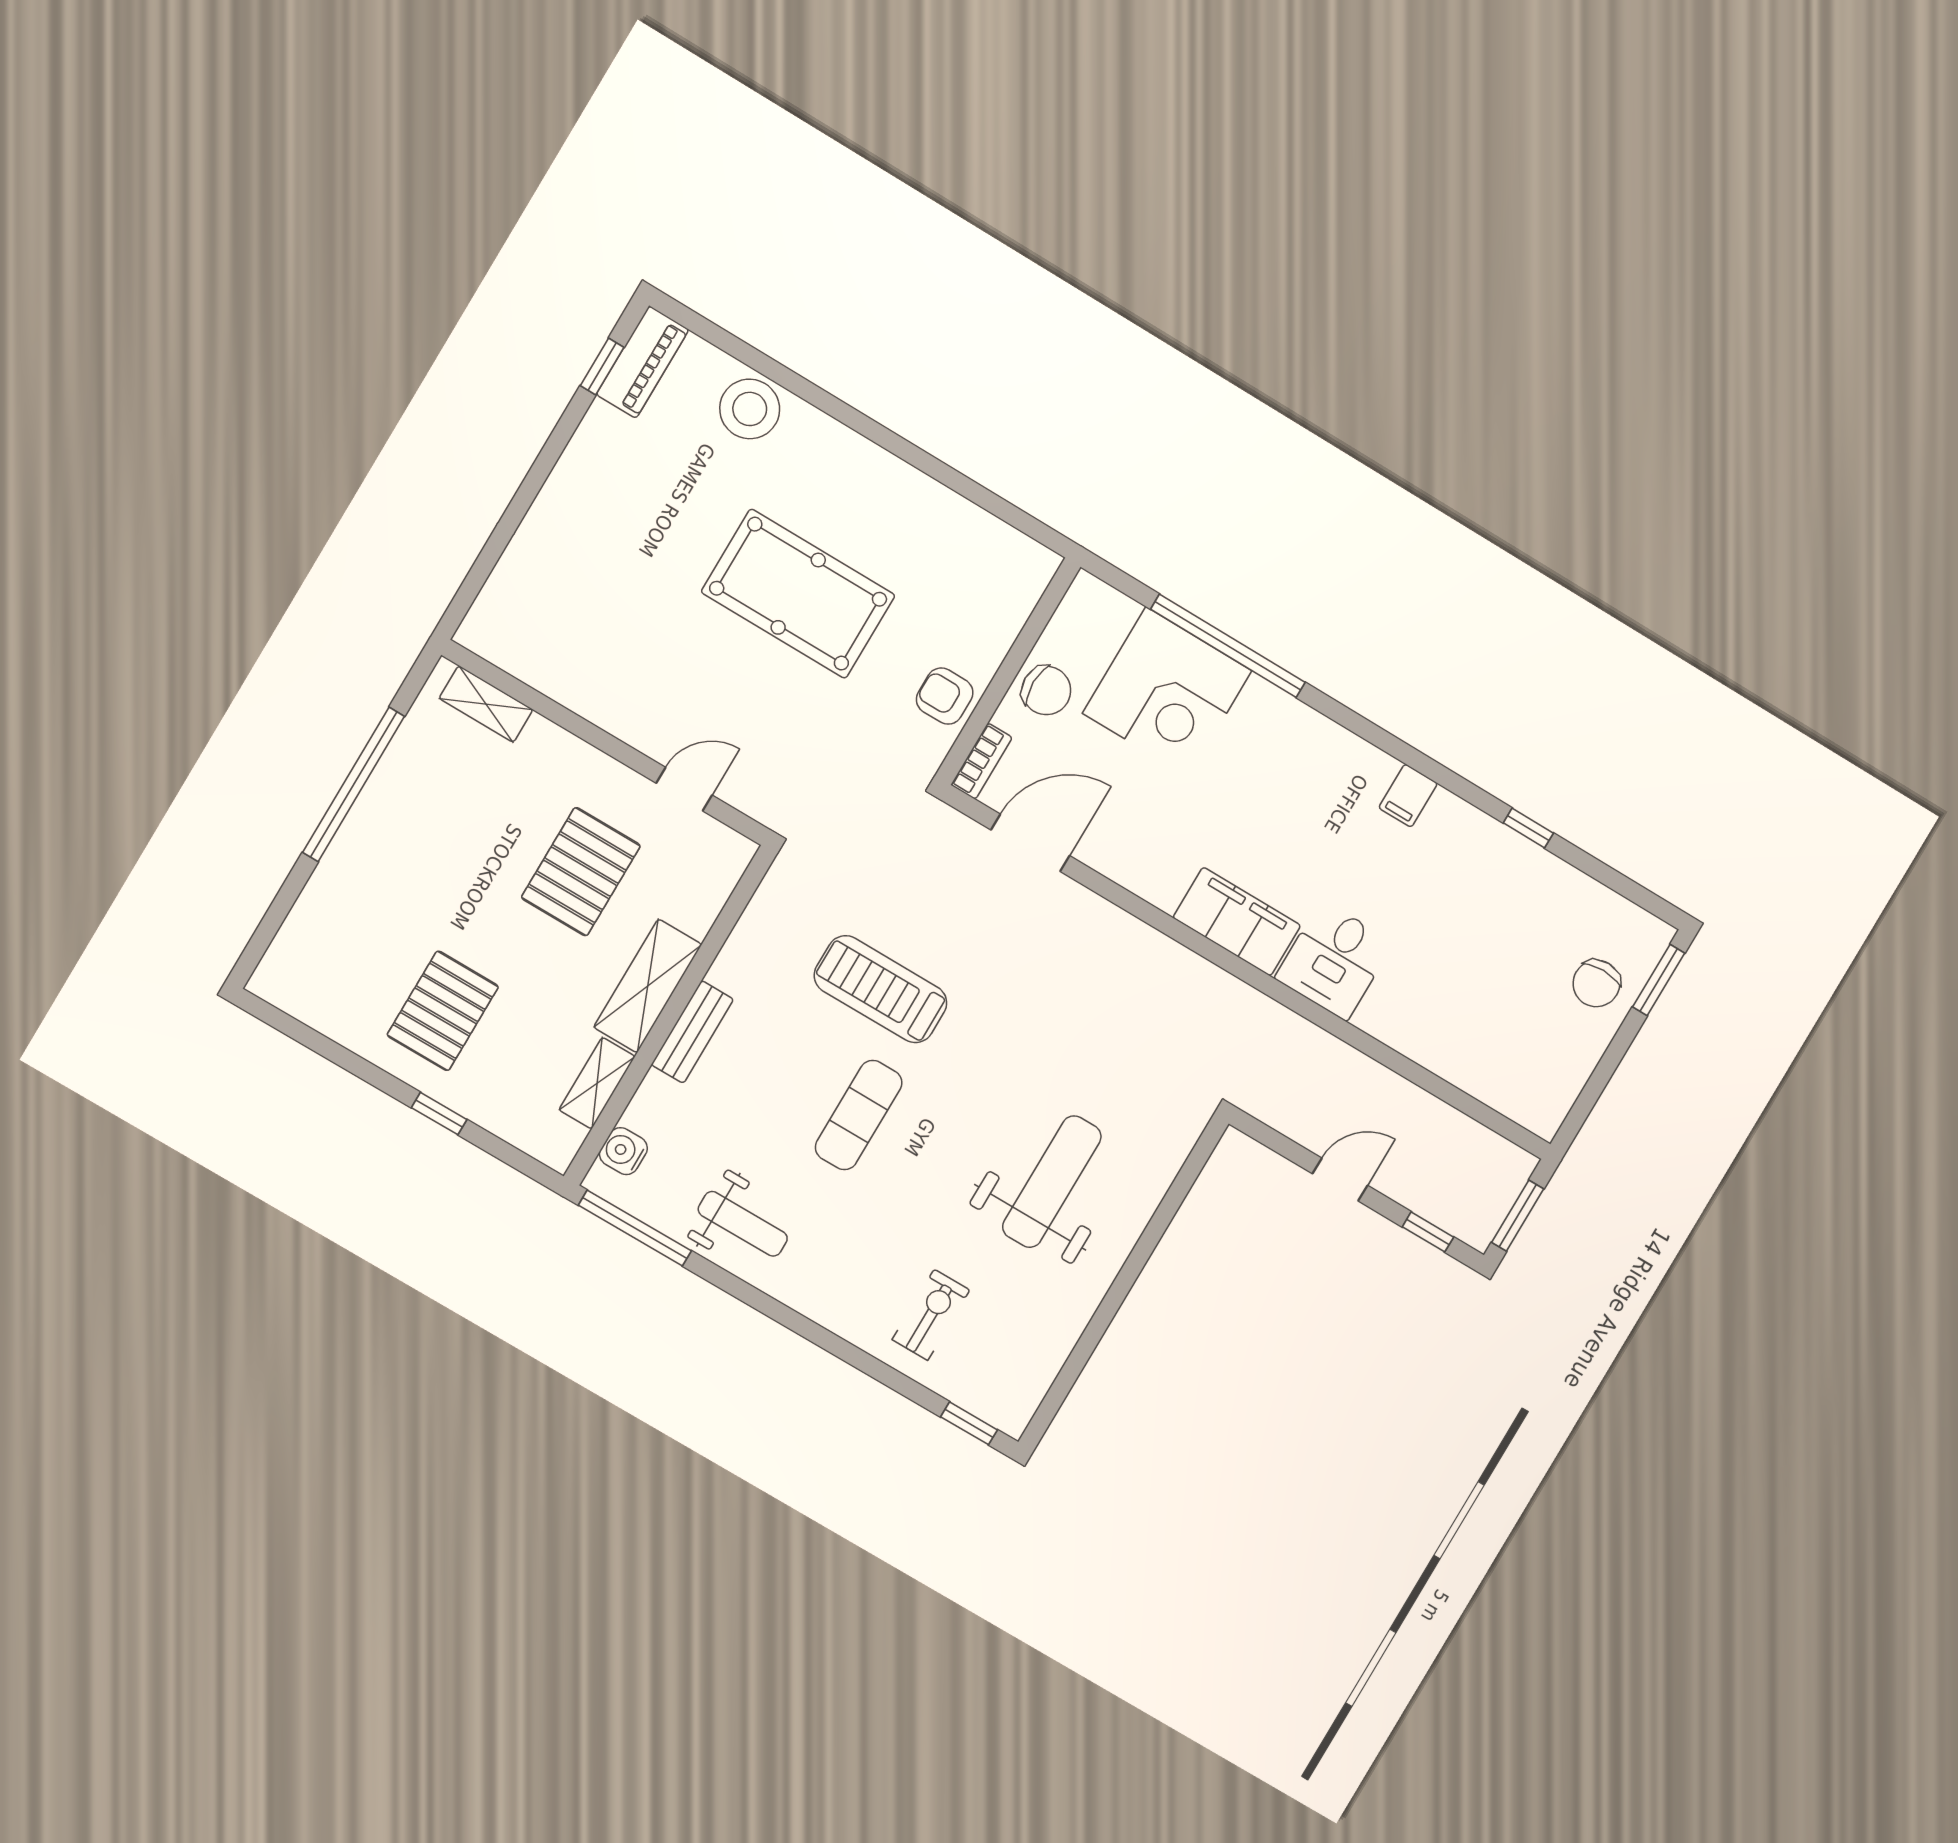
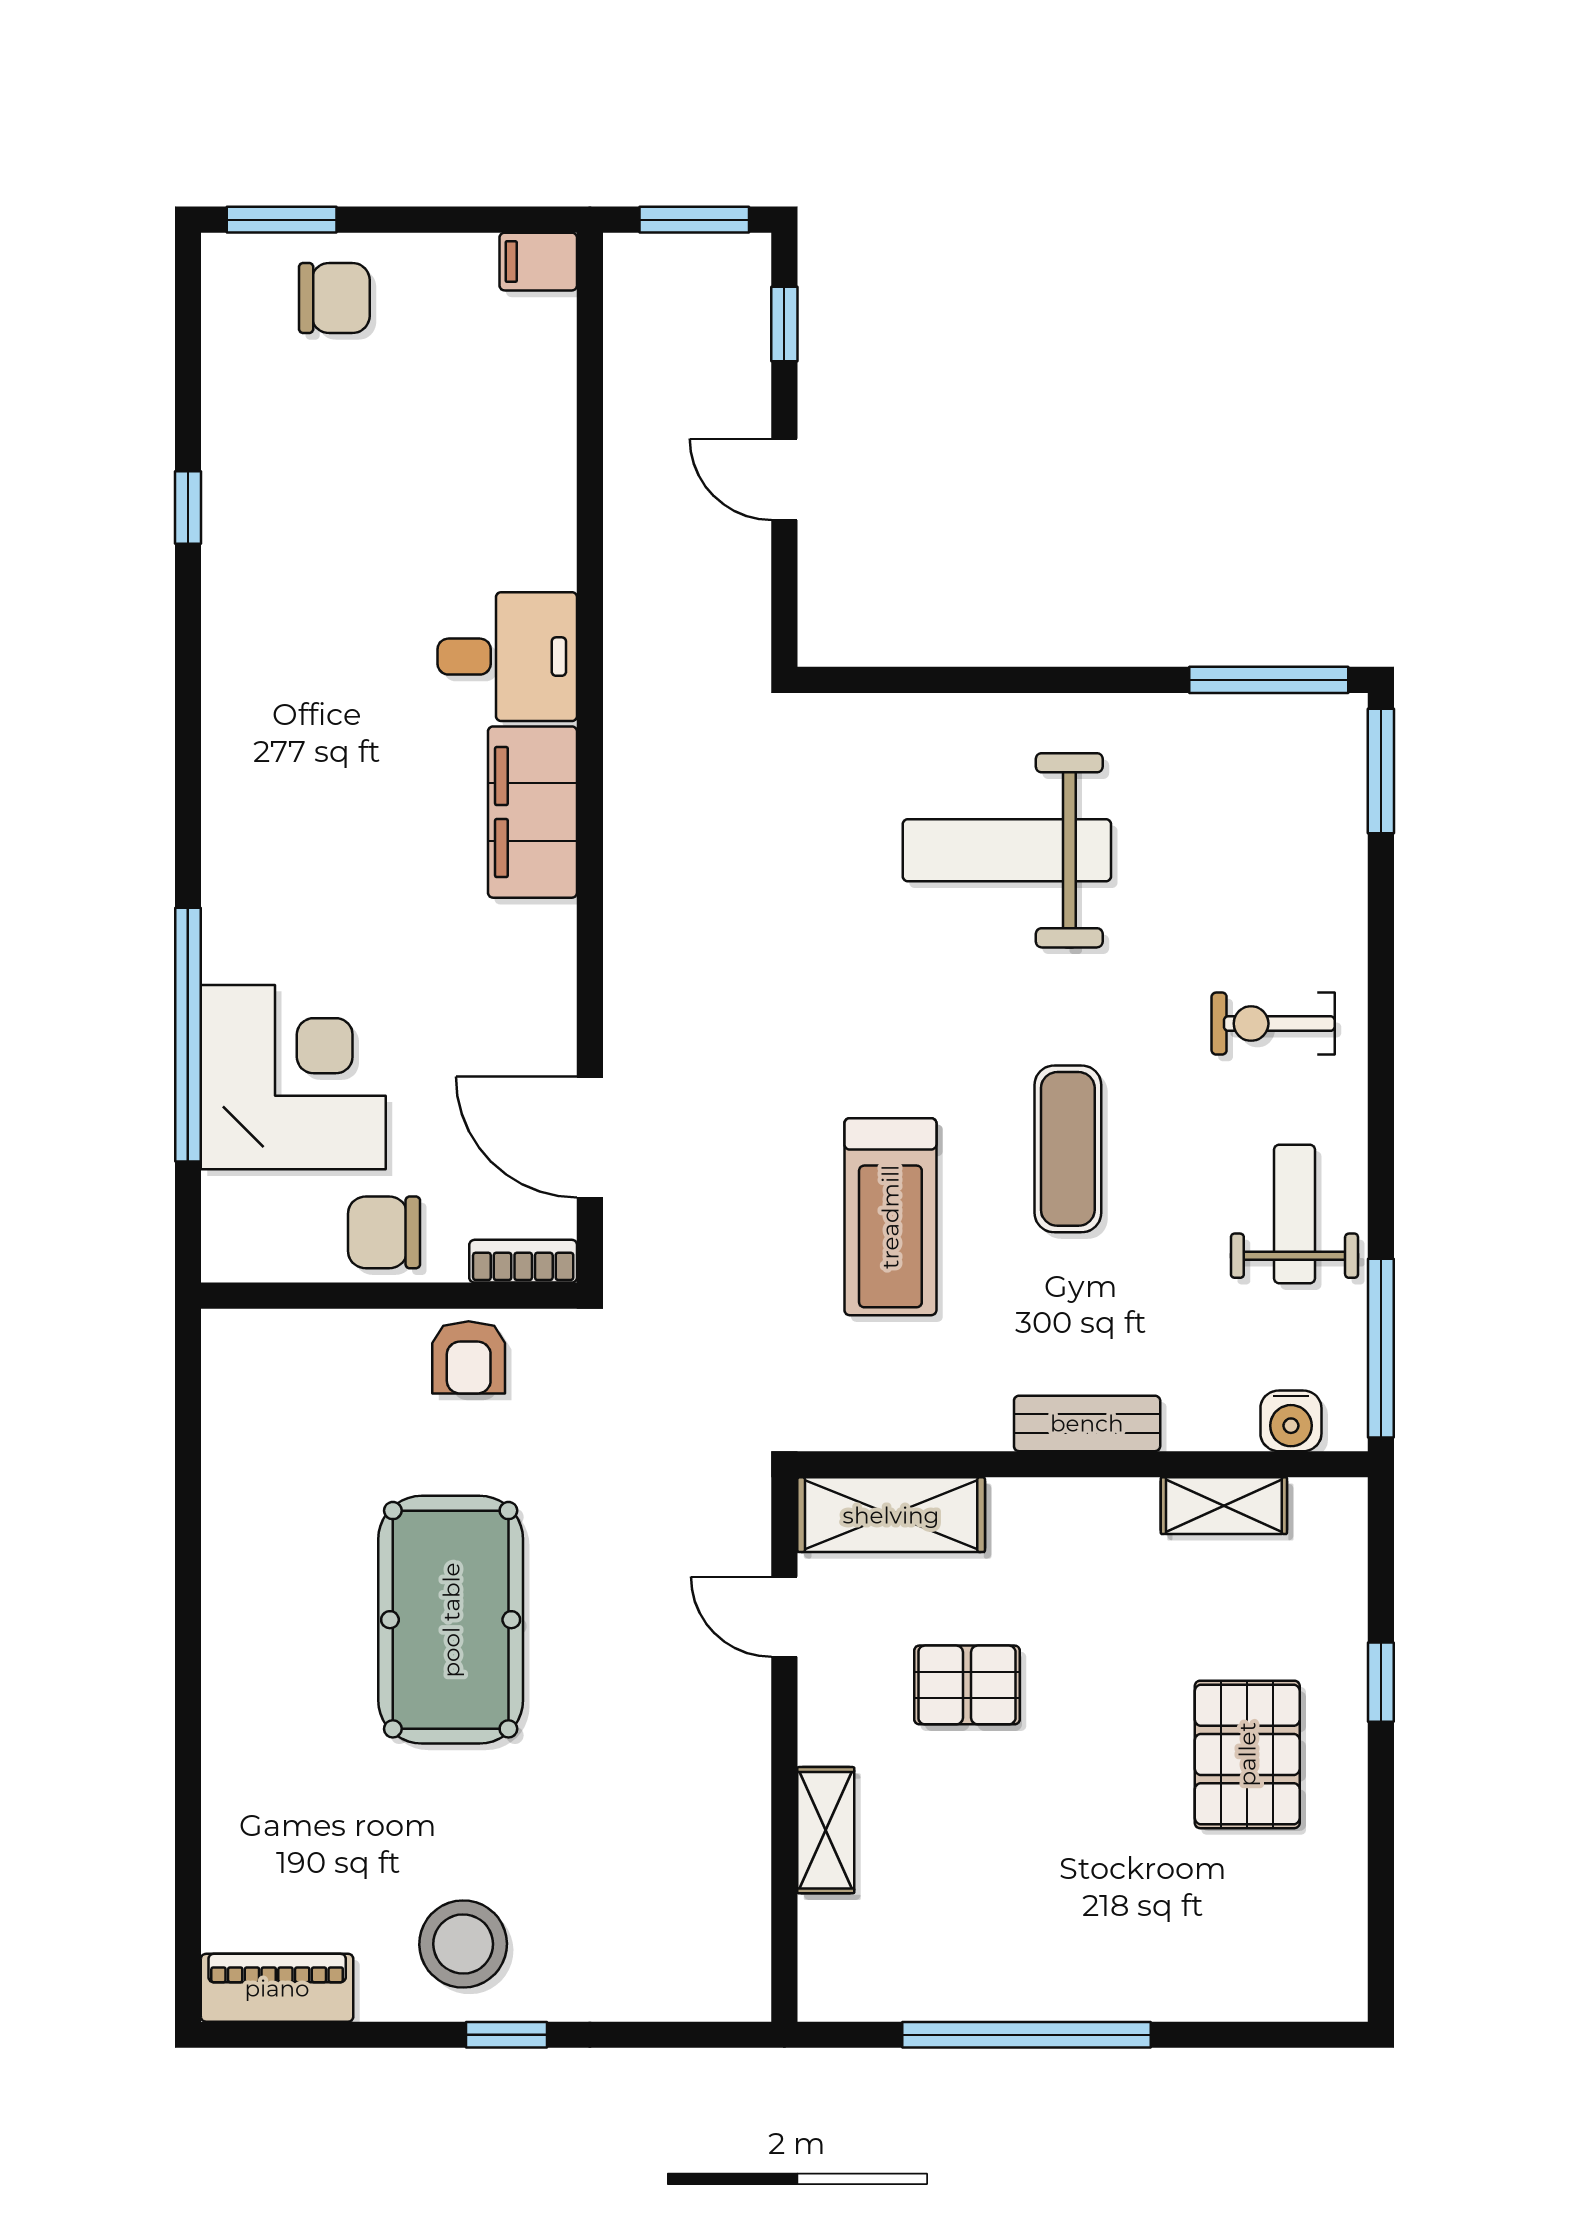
window: (602, 367) -> (506, 2035), moved
stool: (750, 409) -> (463, 1944), moved
chair: (1046, 690) -> (384, 1232), turned -90
shelving: (486, 704) -> (826, 1830), moved
filing cabinet: (1408, 796) -> (538, 262), moved, turned 180
pallet: (581, 872) -> (967, 1685), width x0.67, depth x0.71
shelving: (648, 986) -> (891, 1515), moved
pallet: (443, 1011) -> (1247, 1754), turned 90
exercise mat: (859, 1115) -> (1068, 1149), turned 90
exercise bike: (931, 1315) -> (1273, 1024), moved
window: (1060, 1390) -> (1269, 680), added
window: (969, 1423) -> (1381, 771), width x1.50

